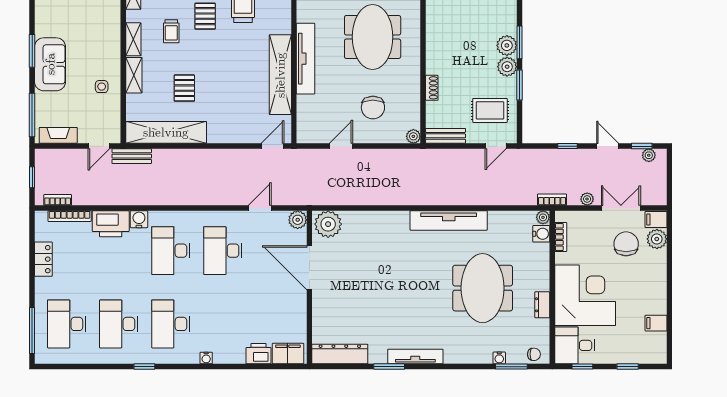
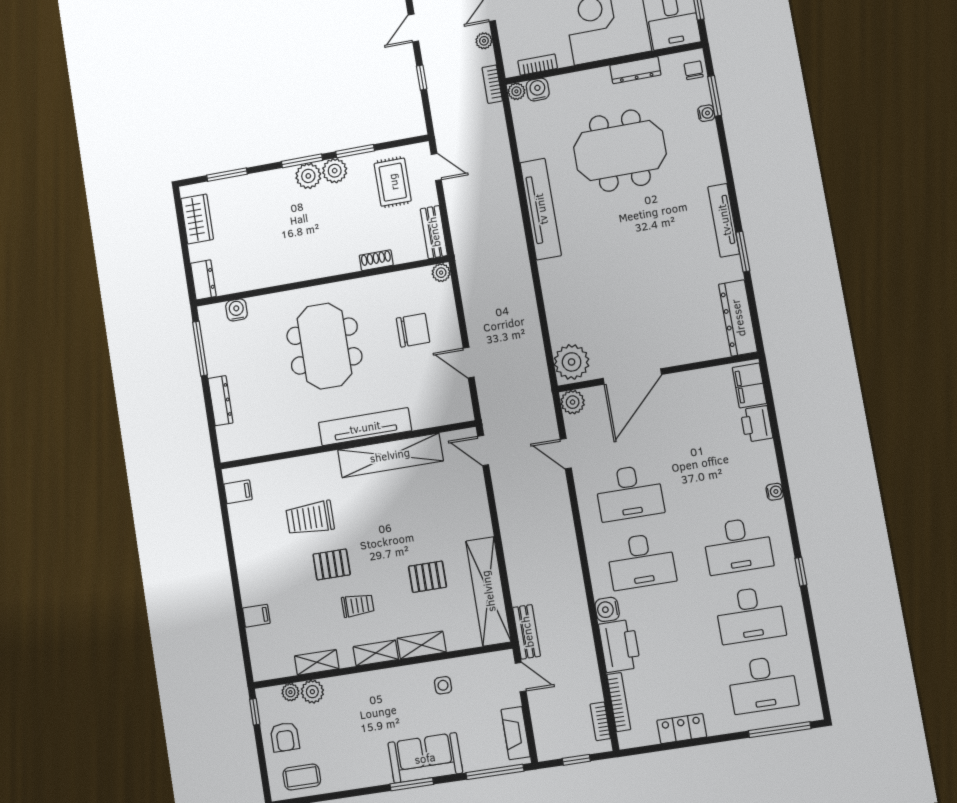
meeting table: (373, 37) -> (324, 346), turned 90
dresser: (542, 305) -> (635, 70), width x1.44

